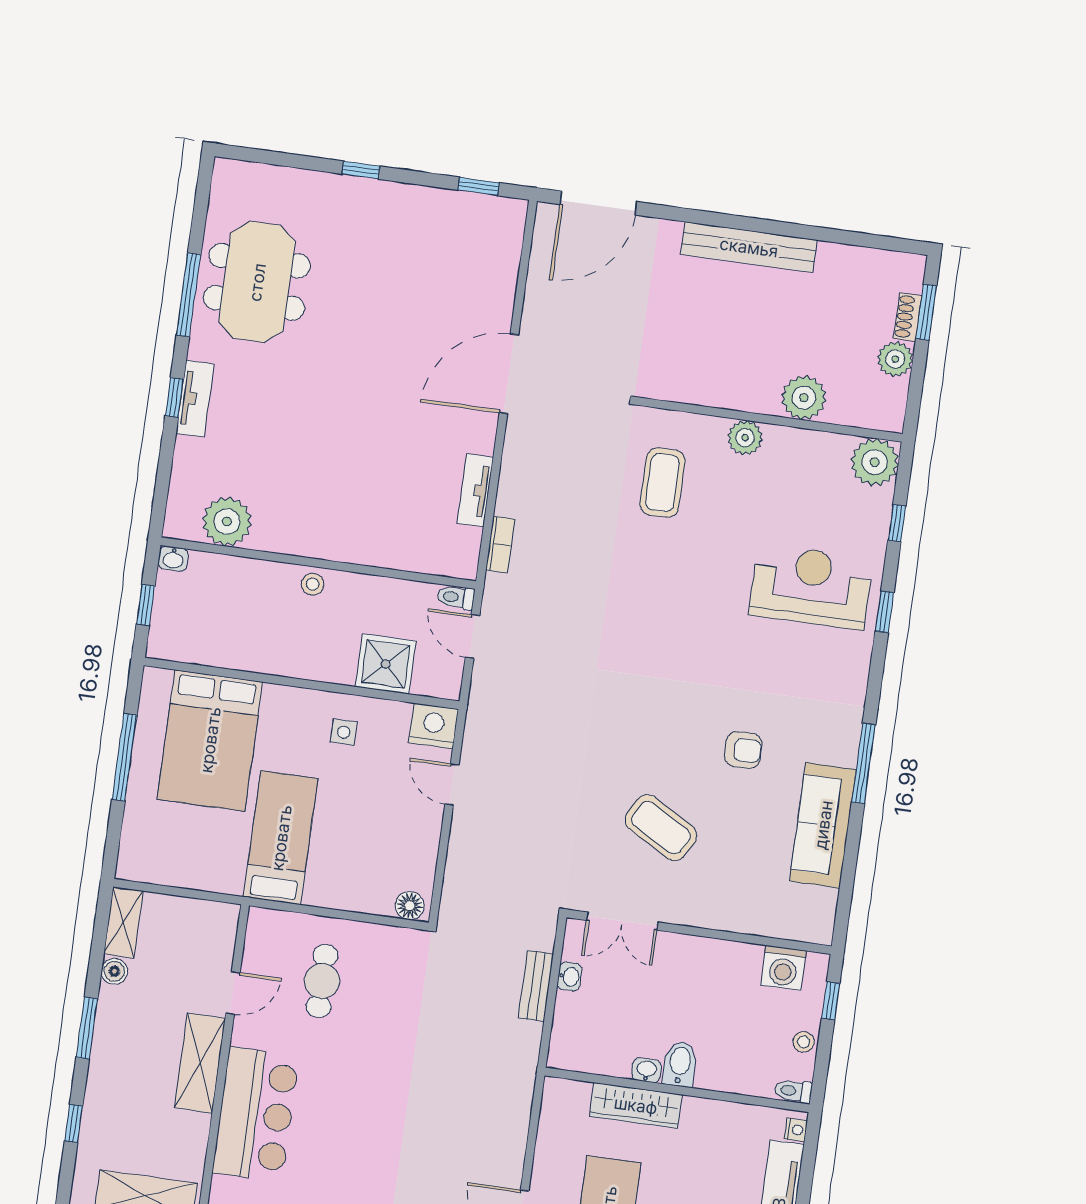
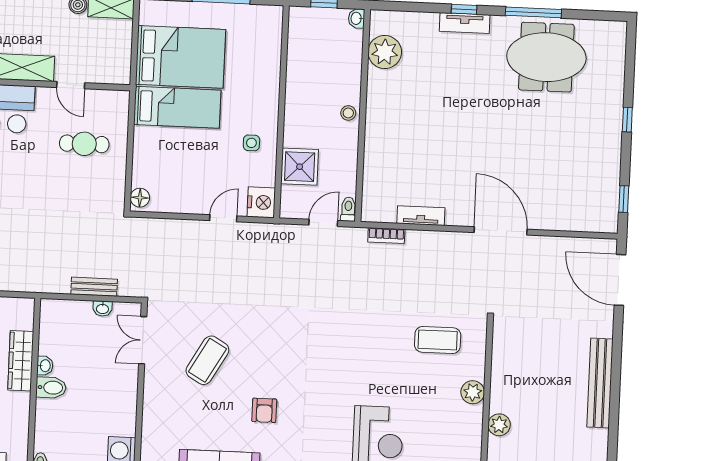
plant: (804, 398) -> (499, 425), width x0.73, depth x0.73
bed: (210, 740) -> (181, 57), moved, turned 180

